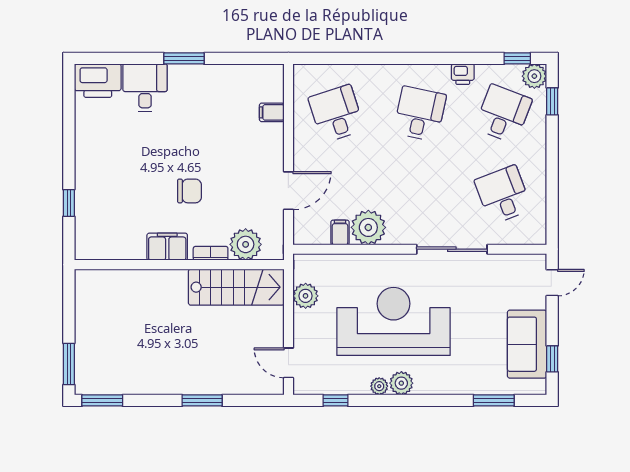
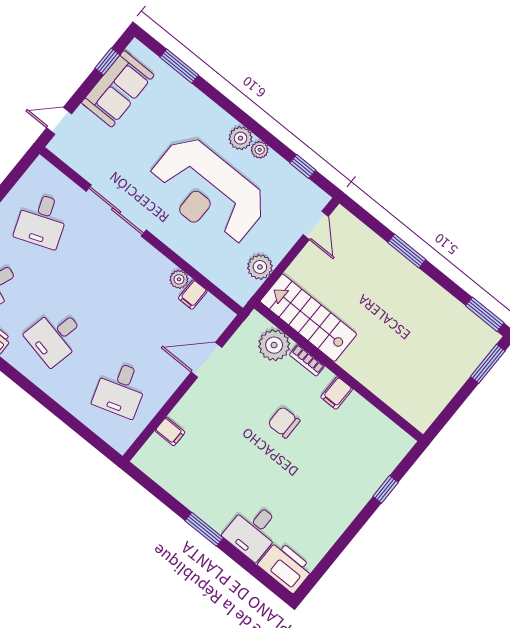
plant: (368, 227) -> (179, 279), width x0.53, depth x0.53
filing cabinet: (167, 247) -> (337, 393), width x0.50

